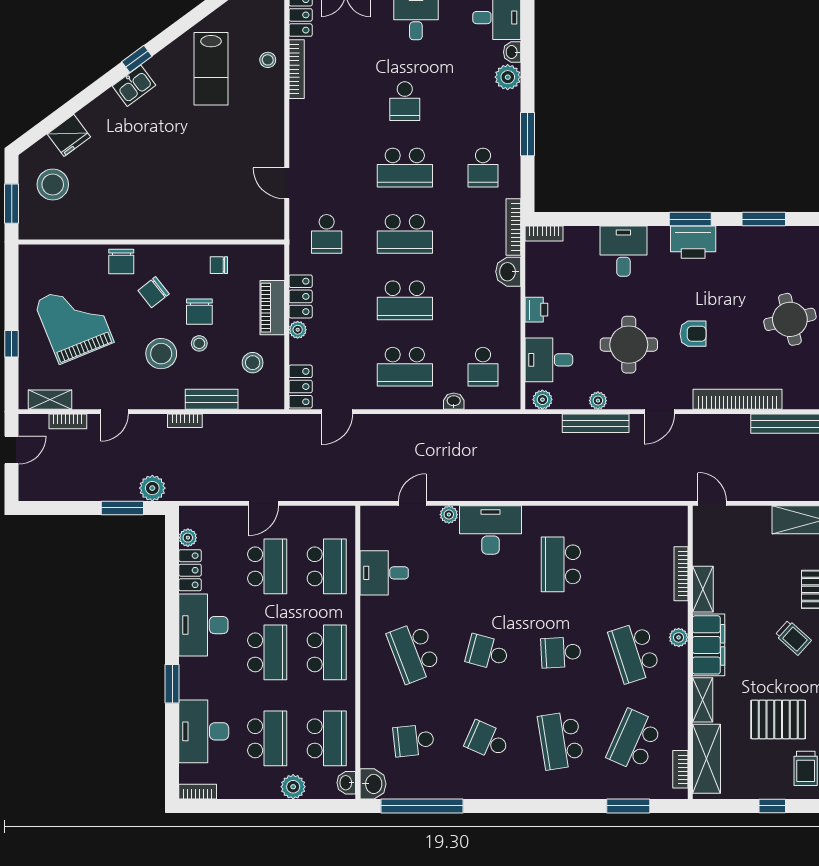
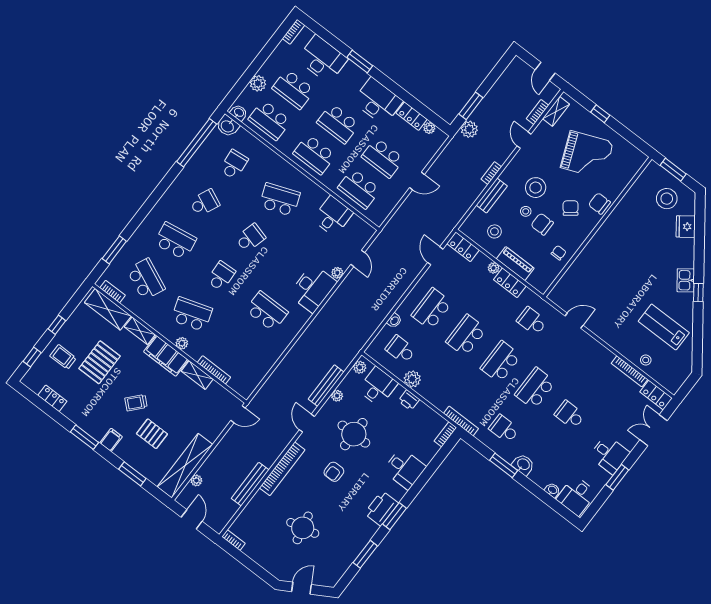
plant: (508, 77) -> (412, 379), moved
washbasin: (508, 272) -> (523, 465), moved
door: (263, 503) -> (417, 181), swing flipped

